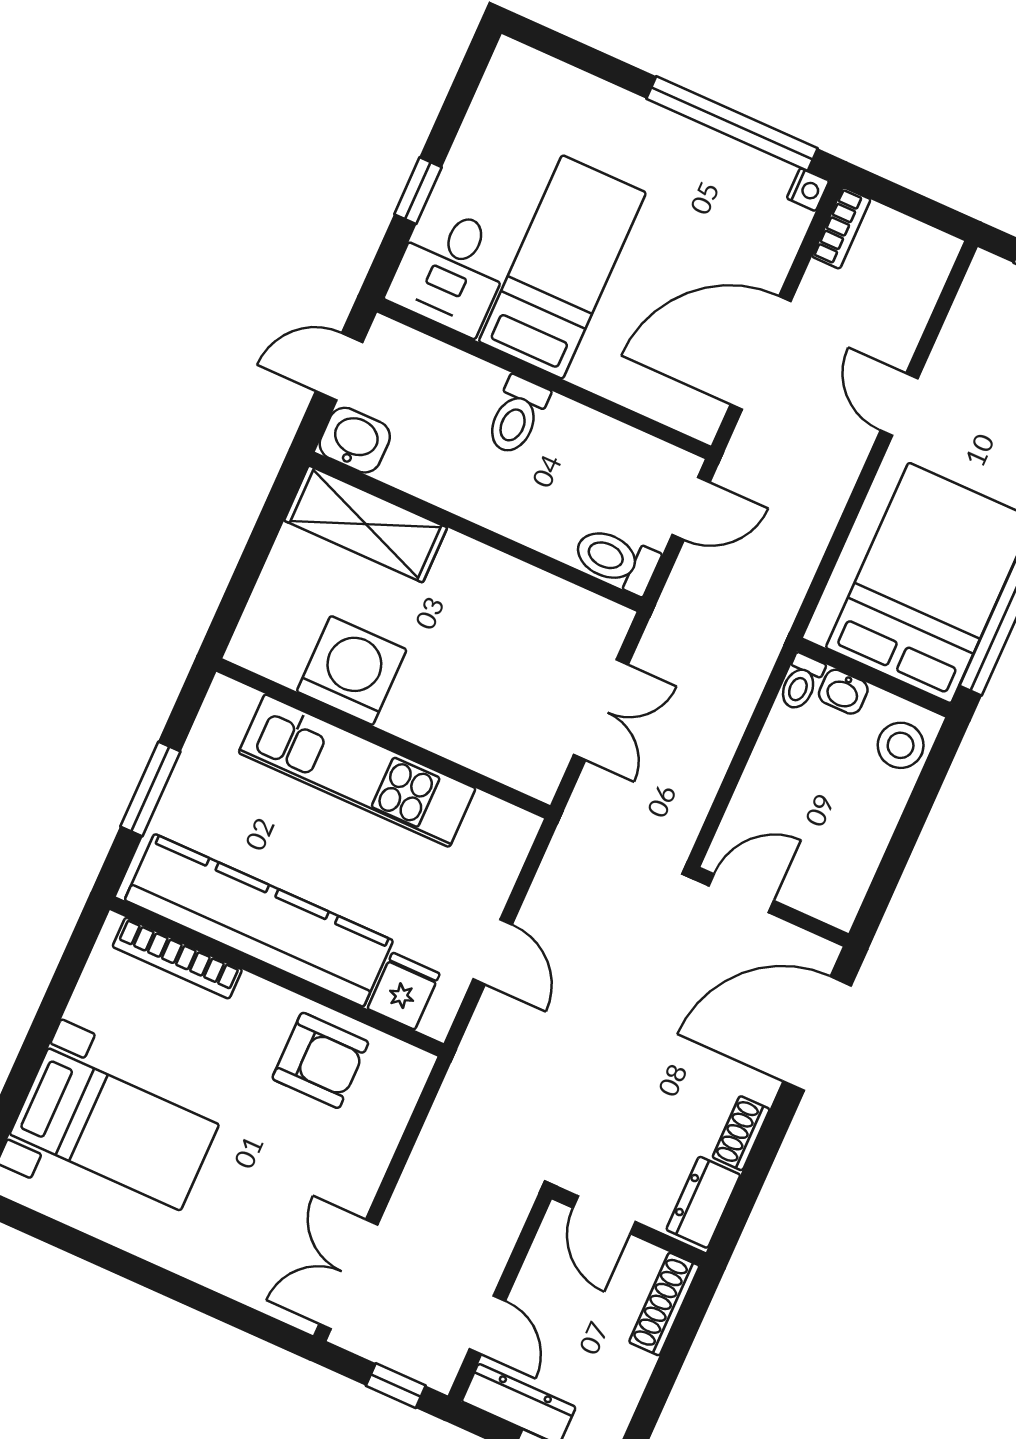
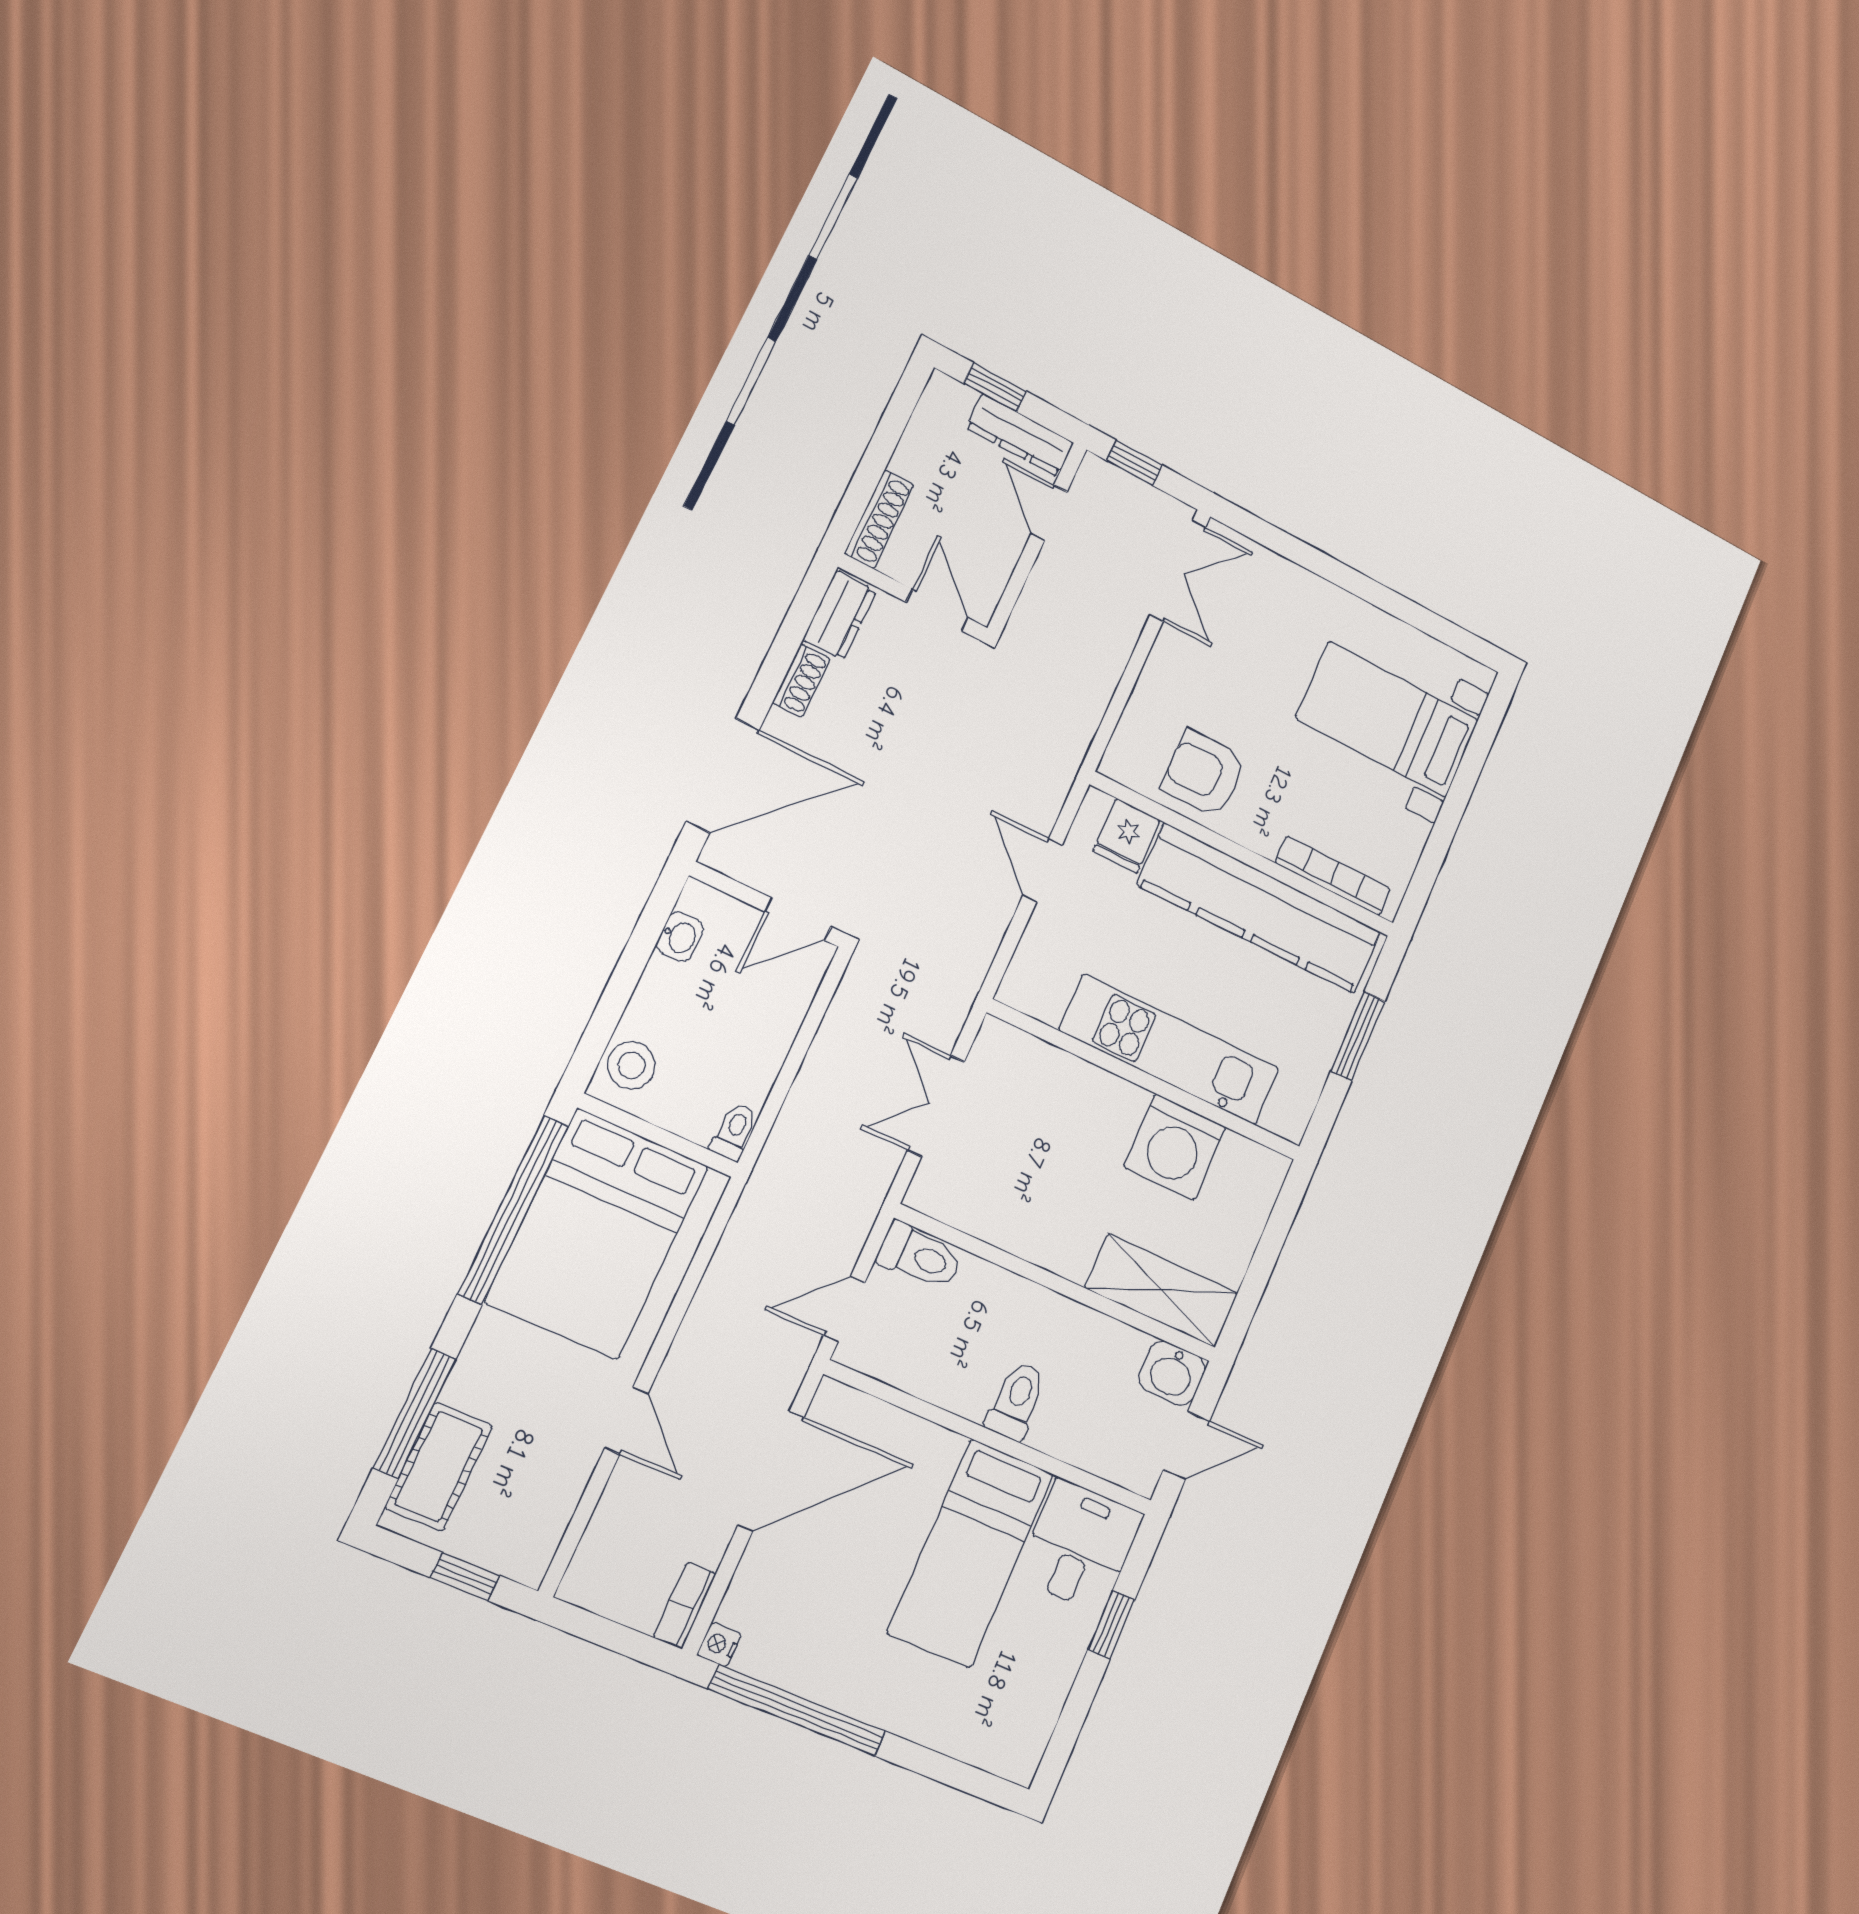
washbasin: (843, 692) -> (680, 937), moved, turned 90

